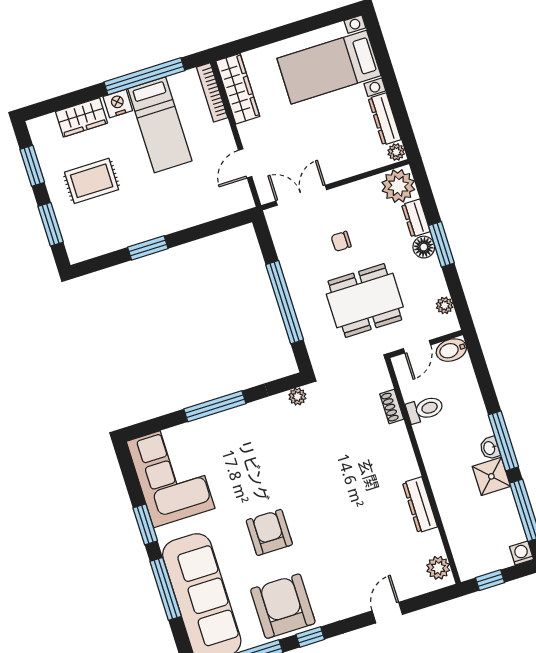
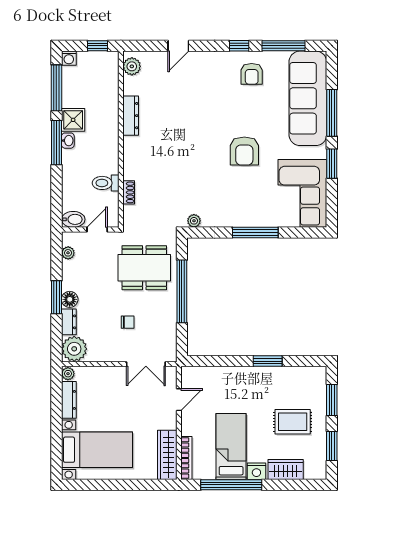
dining table: (365, 300) -> (144, 268), moved
armchair: (269, 532) -> (244, 151), moved
armchair: (283, 606) -> (252, 74), width x0.53, depth x0.53

